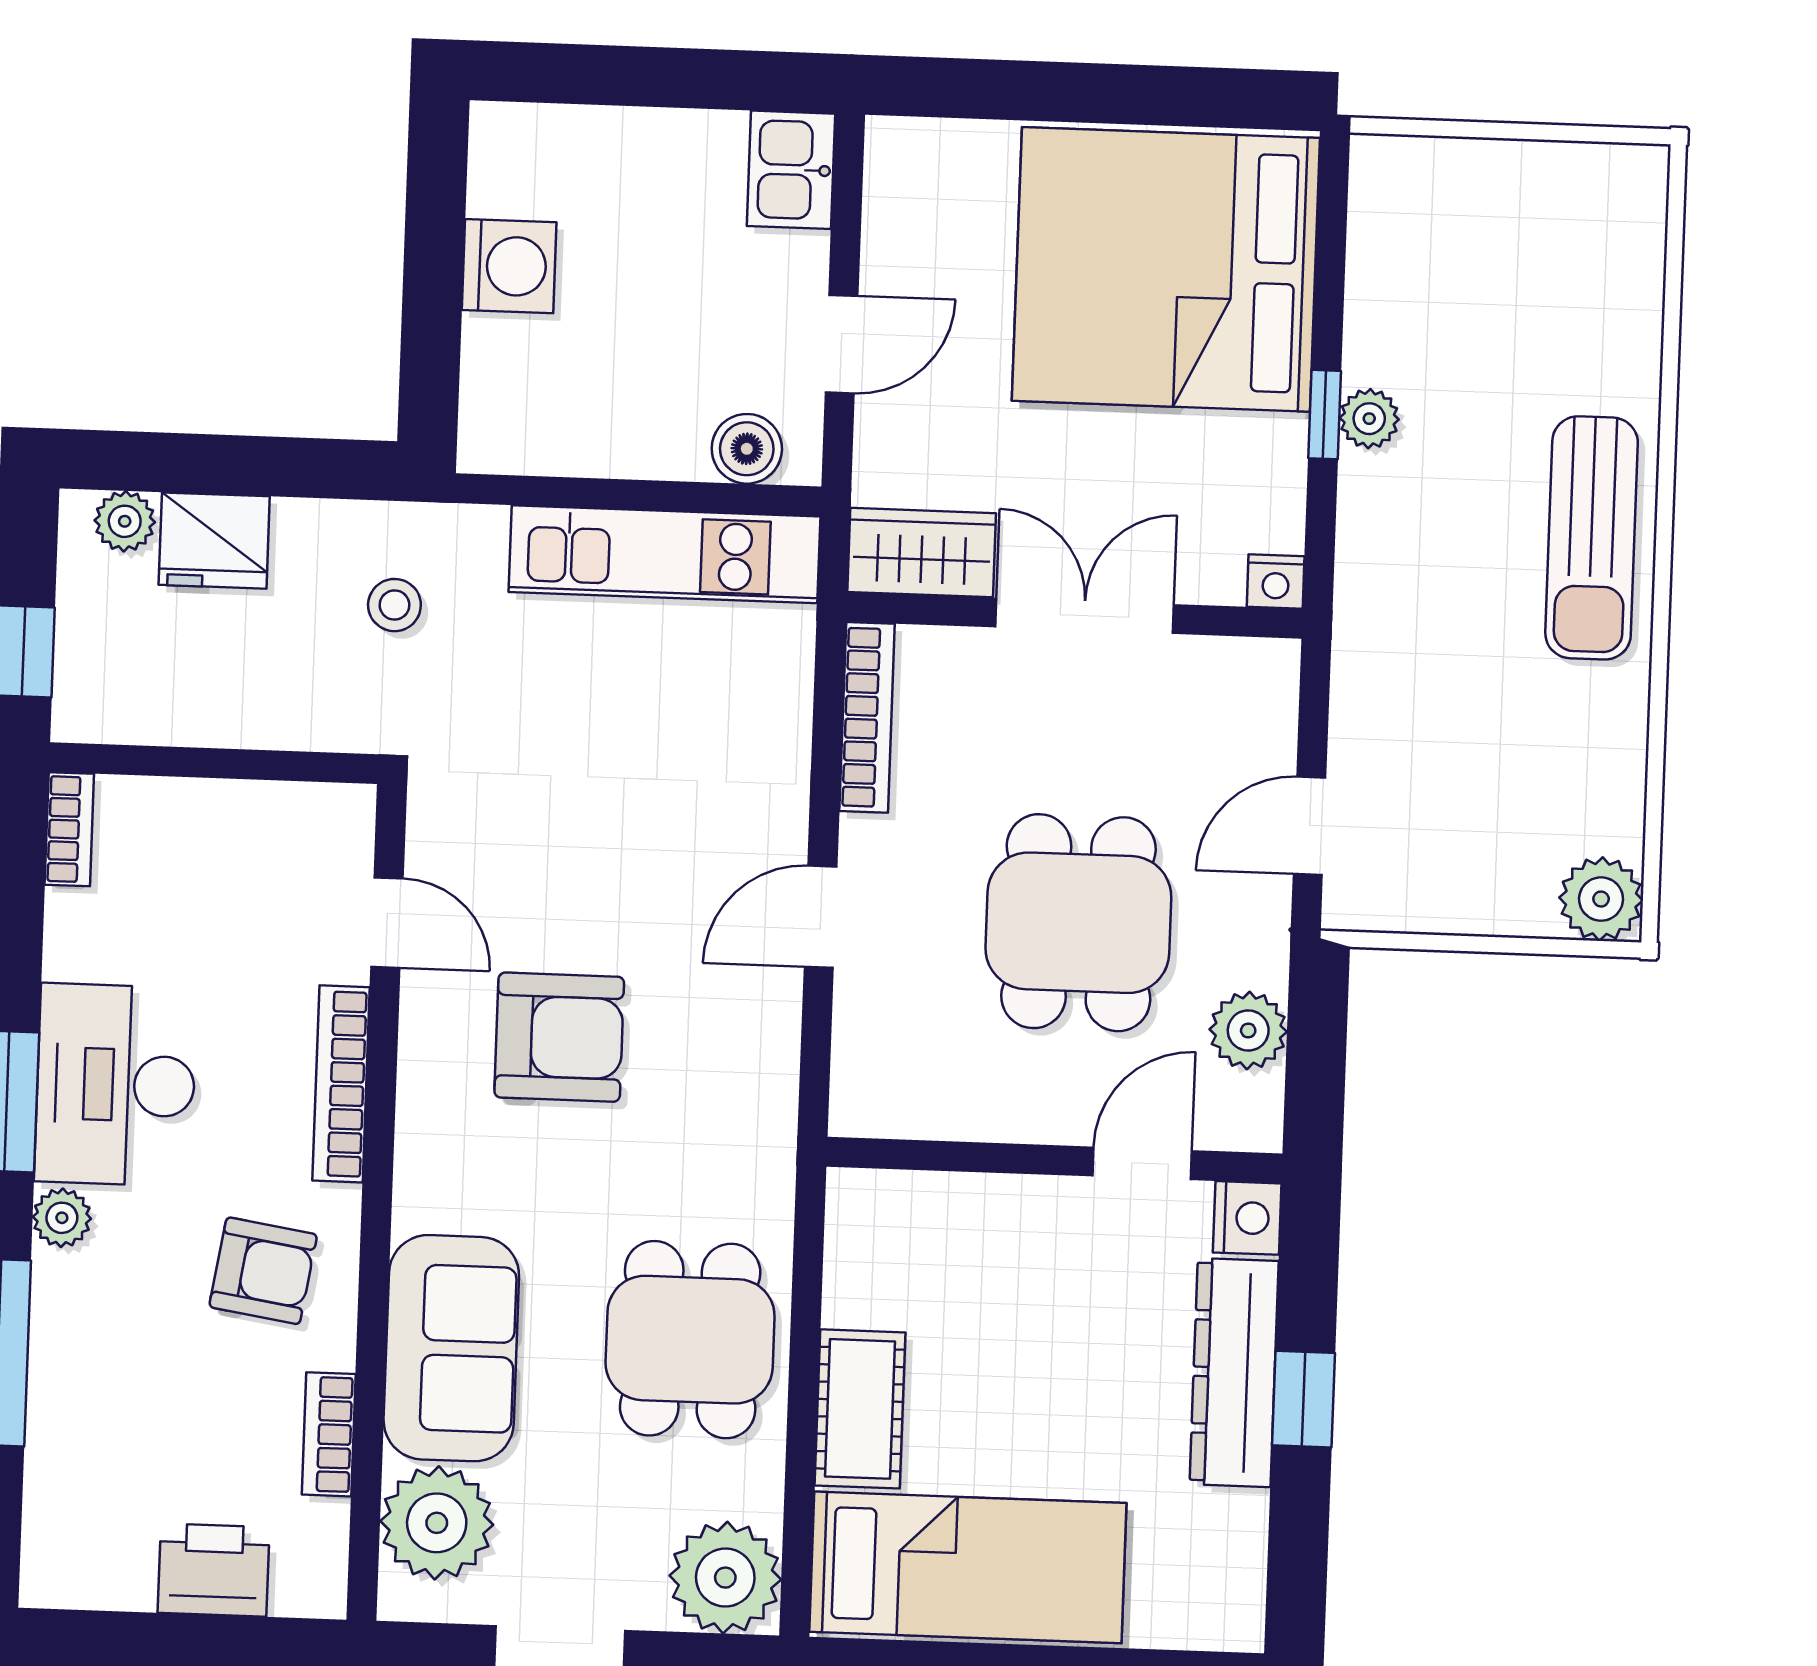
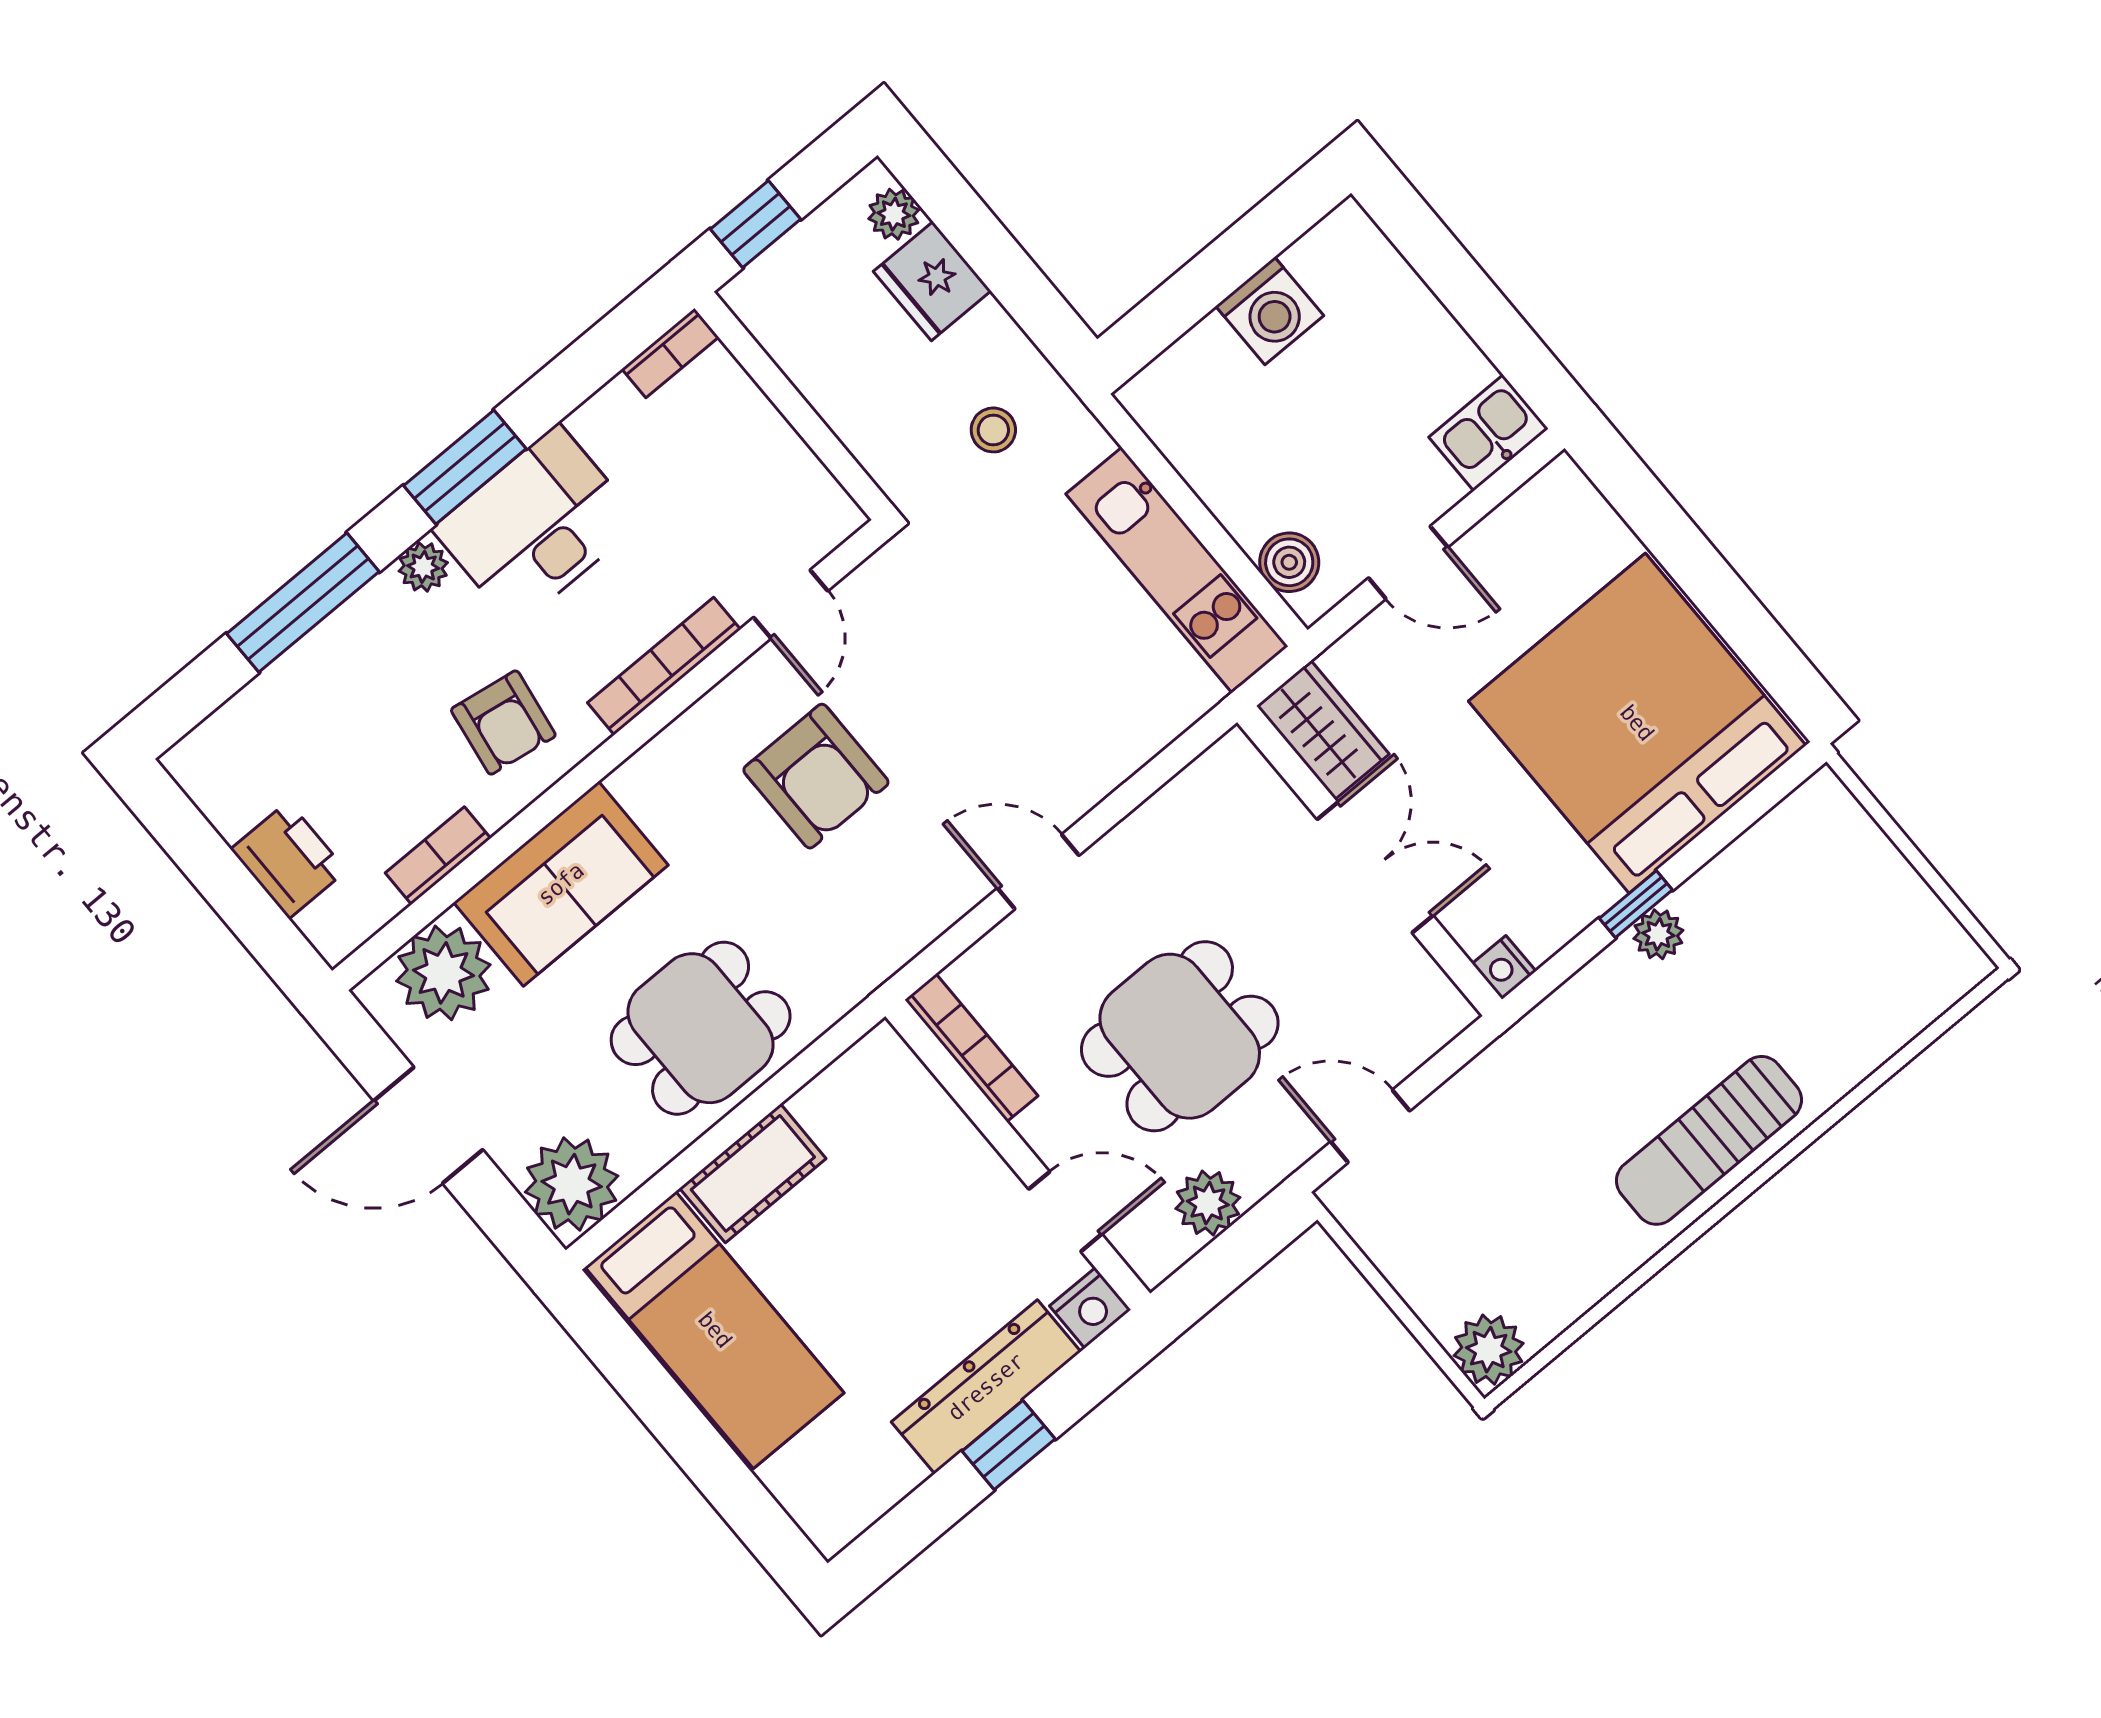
bookcase: (867, 717) -> (971, 1048), moved, turned -90

